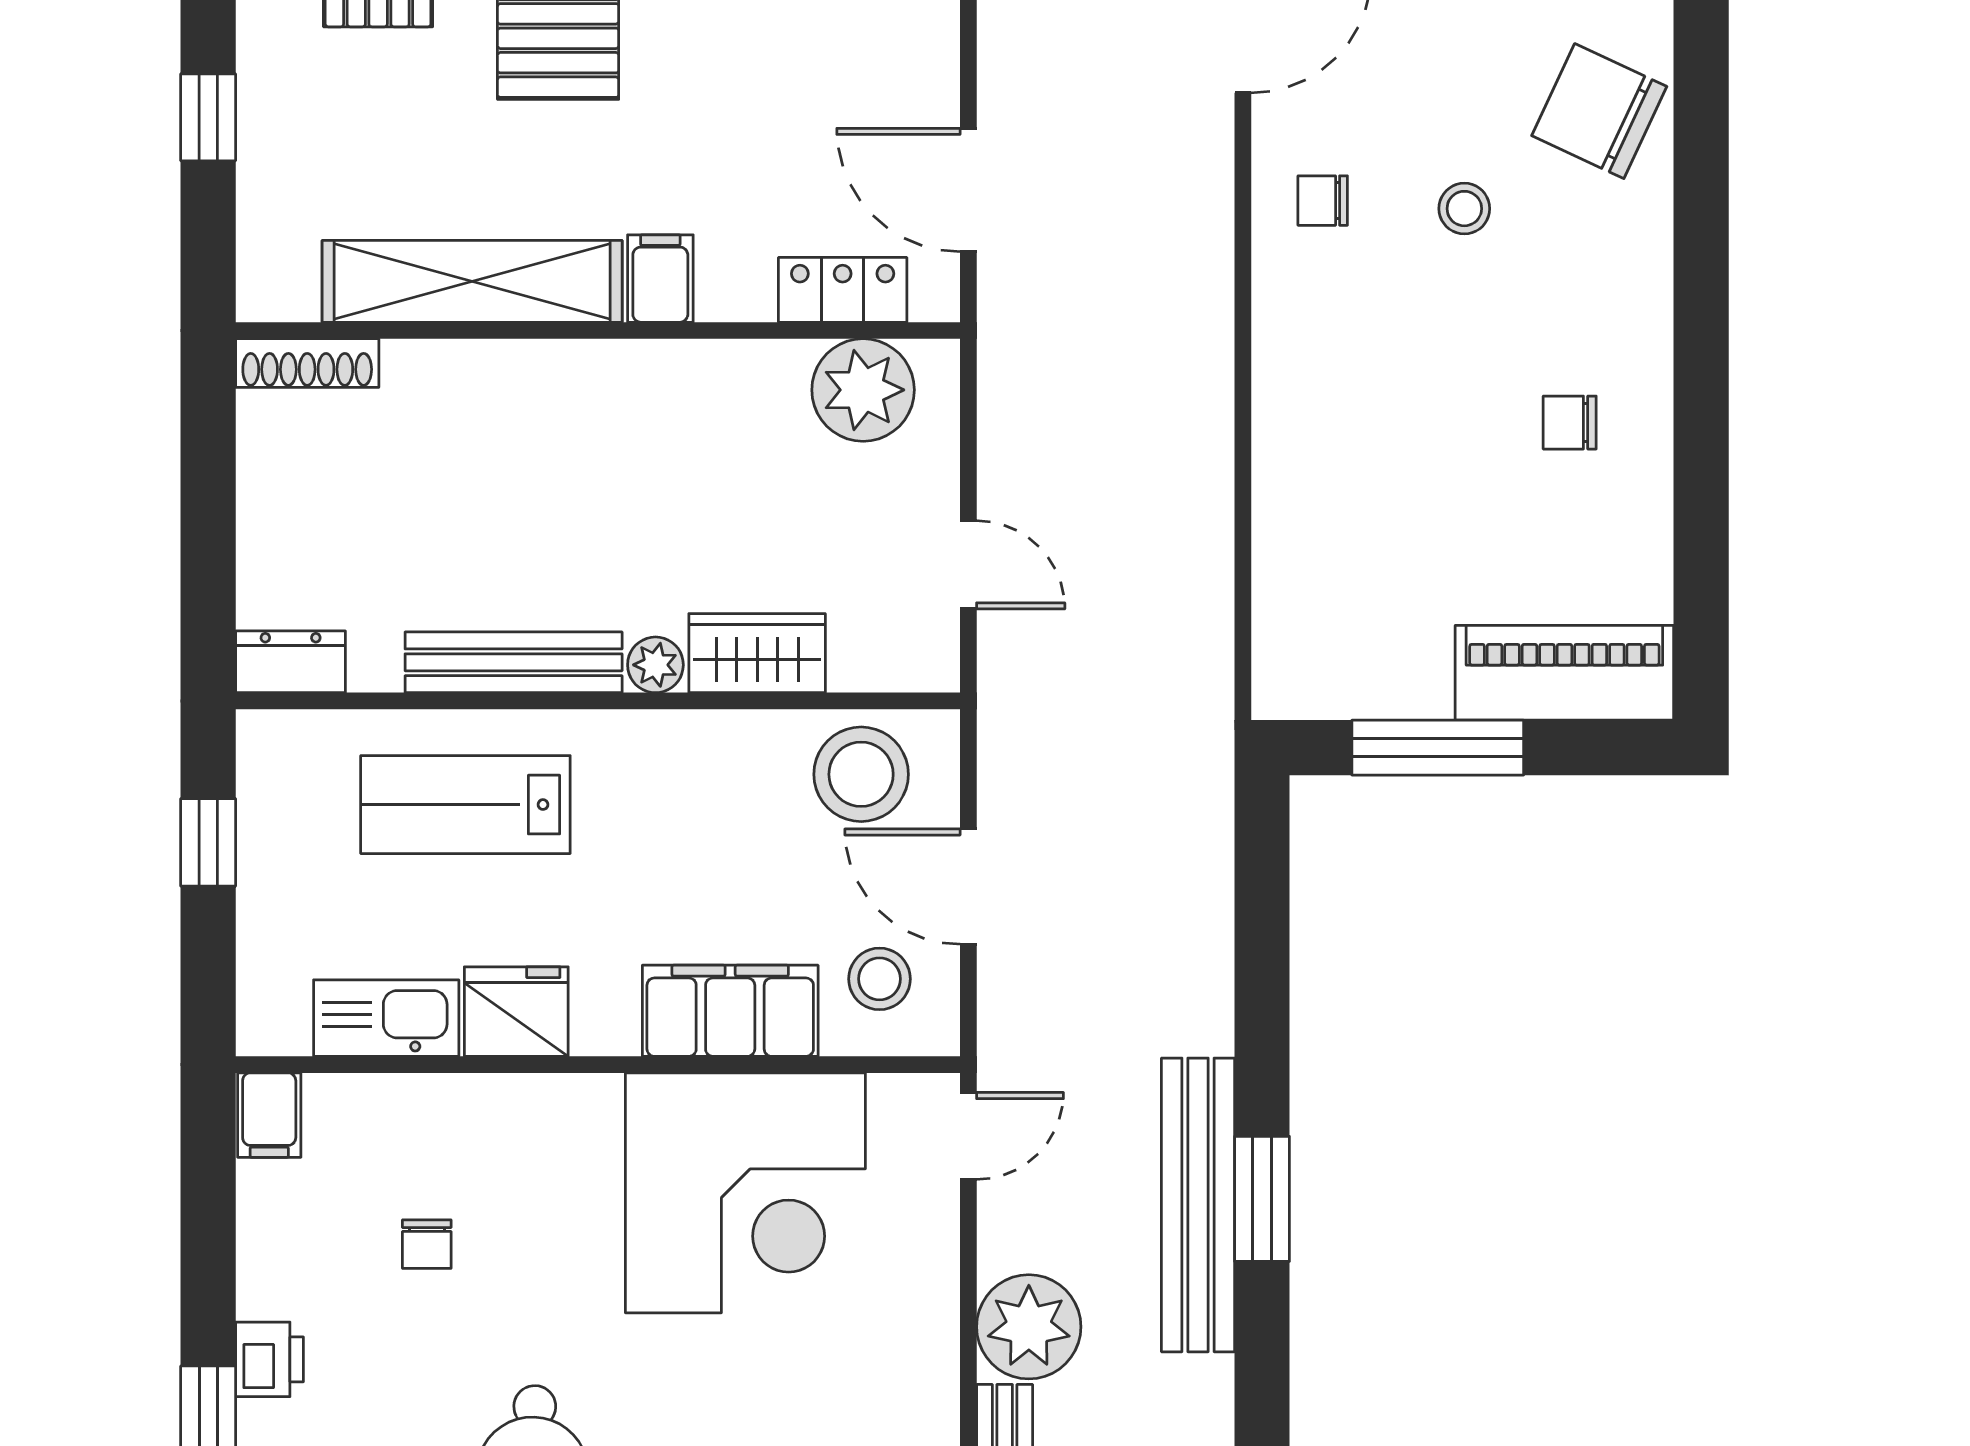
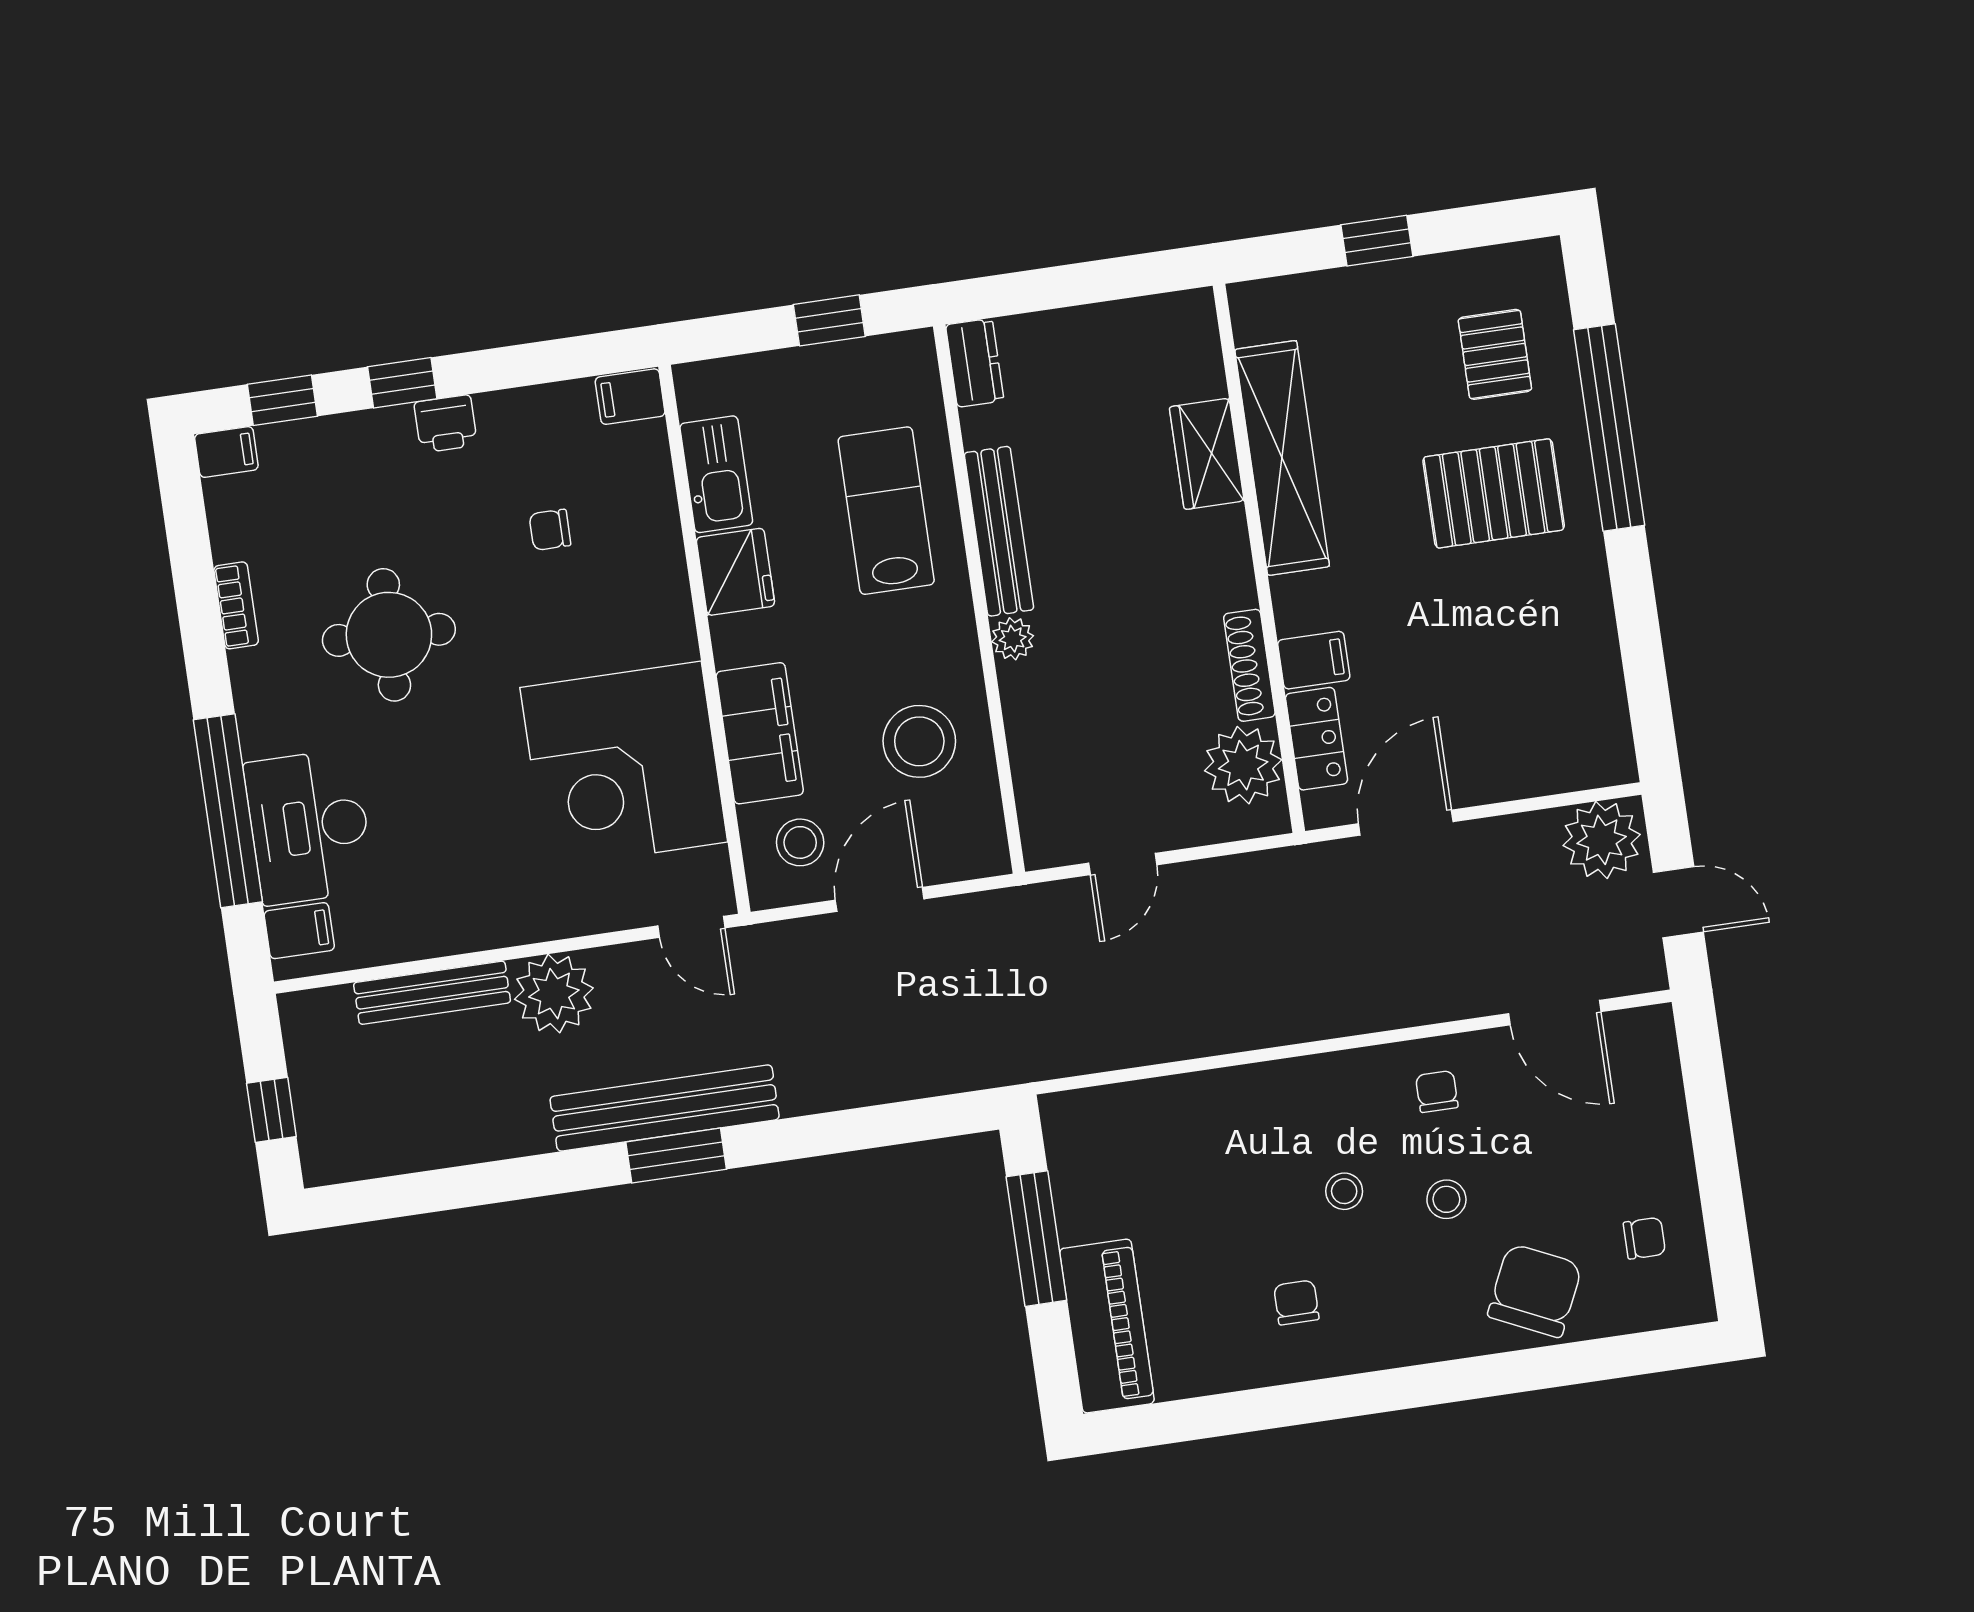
filing cabinet: (660, 279) -> (1314, 660), moved
stool: (1435, 340) -> (1344, 1191), added
shoe rack: (307, 363) -> (1249, 665), moved
wardrobe: (757, 653) -> (1207, 454), moved, turned 180
stool: (861, 774) -> (919, 741), moved

